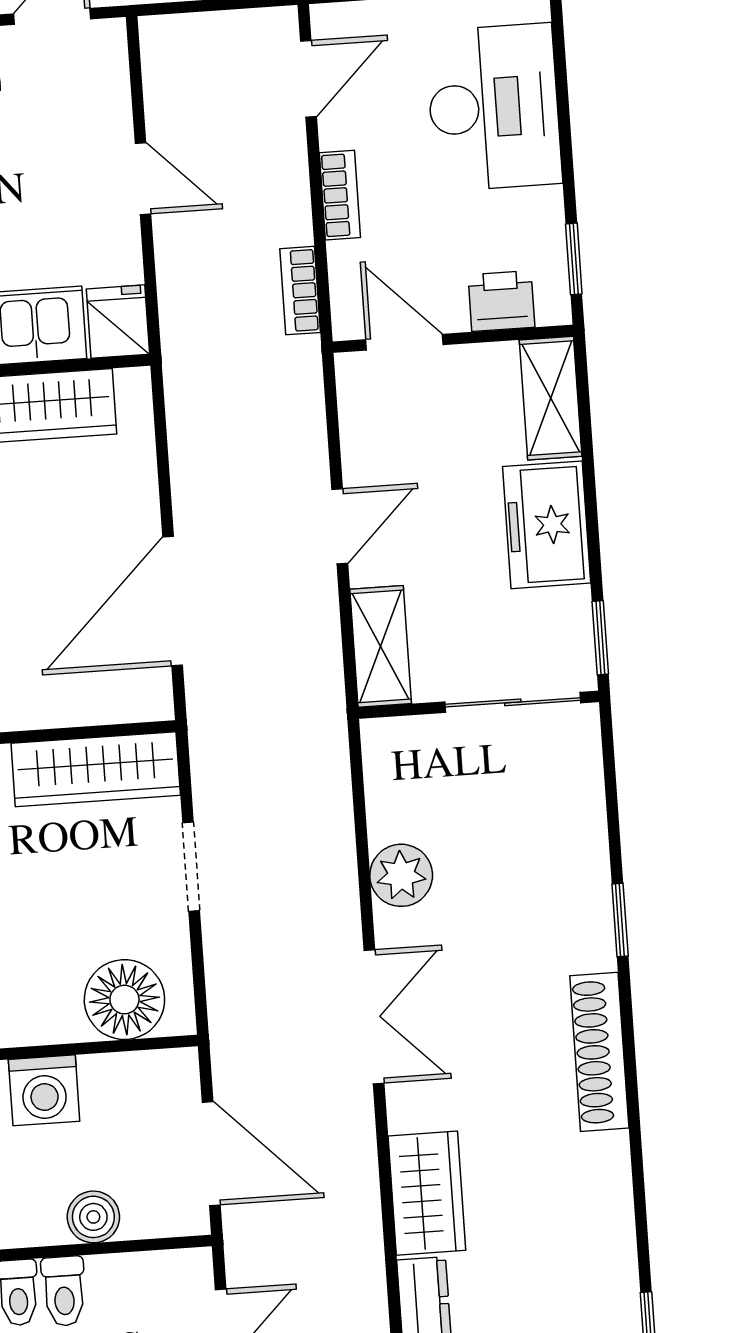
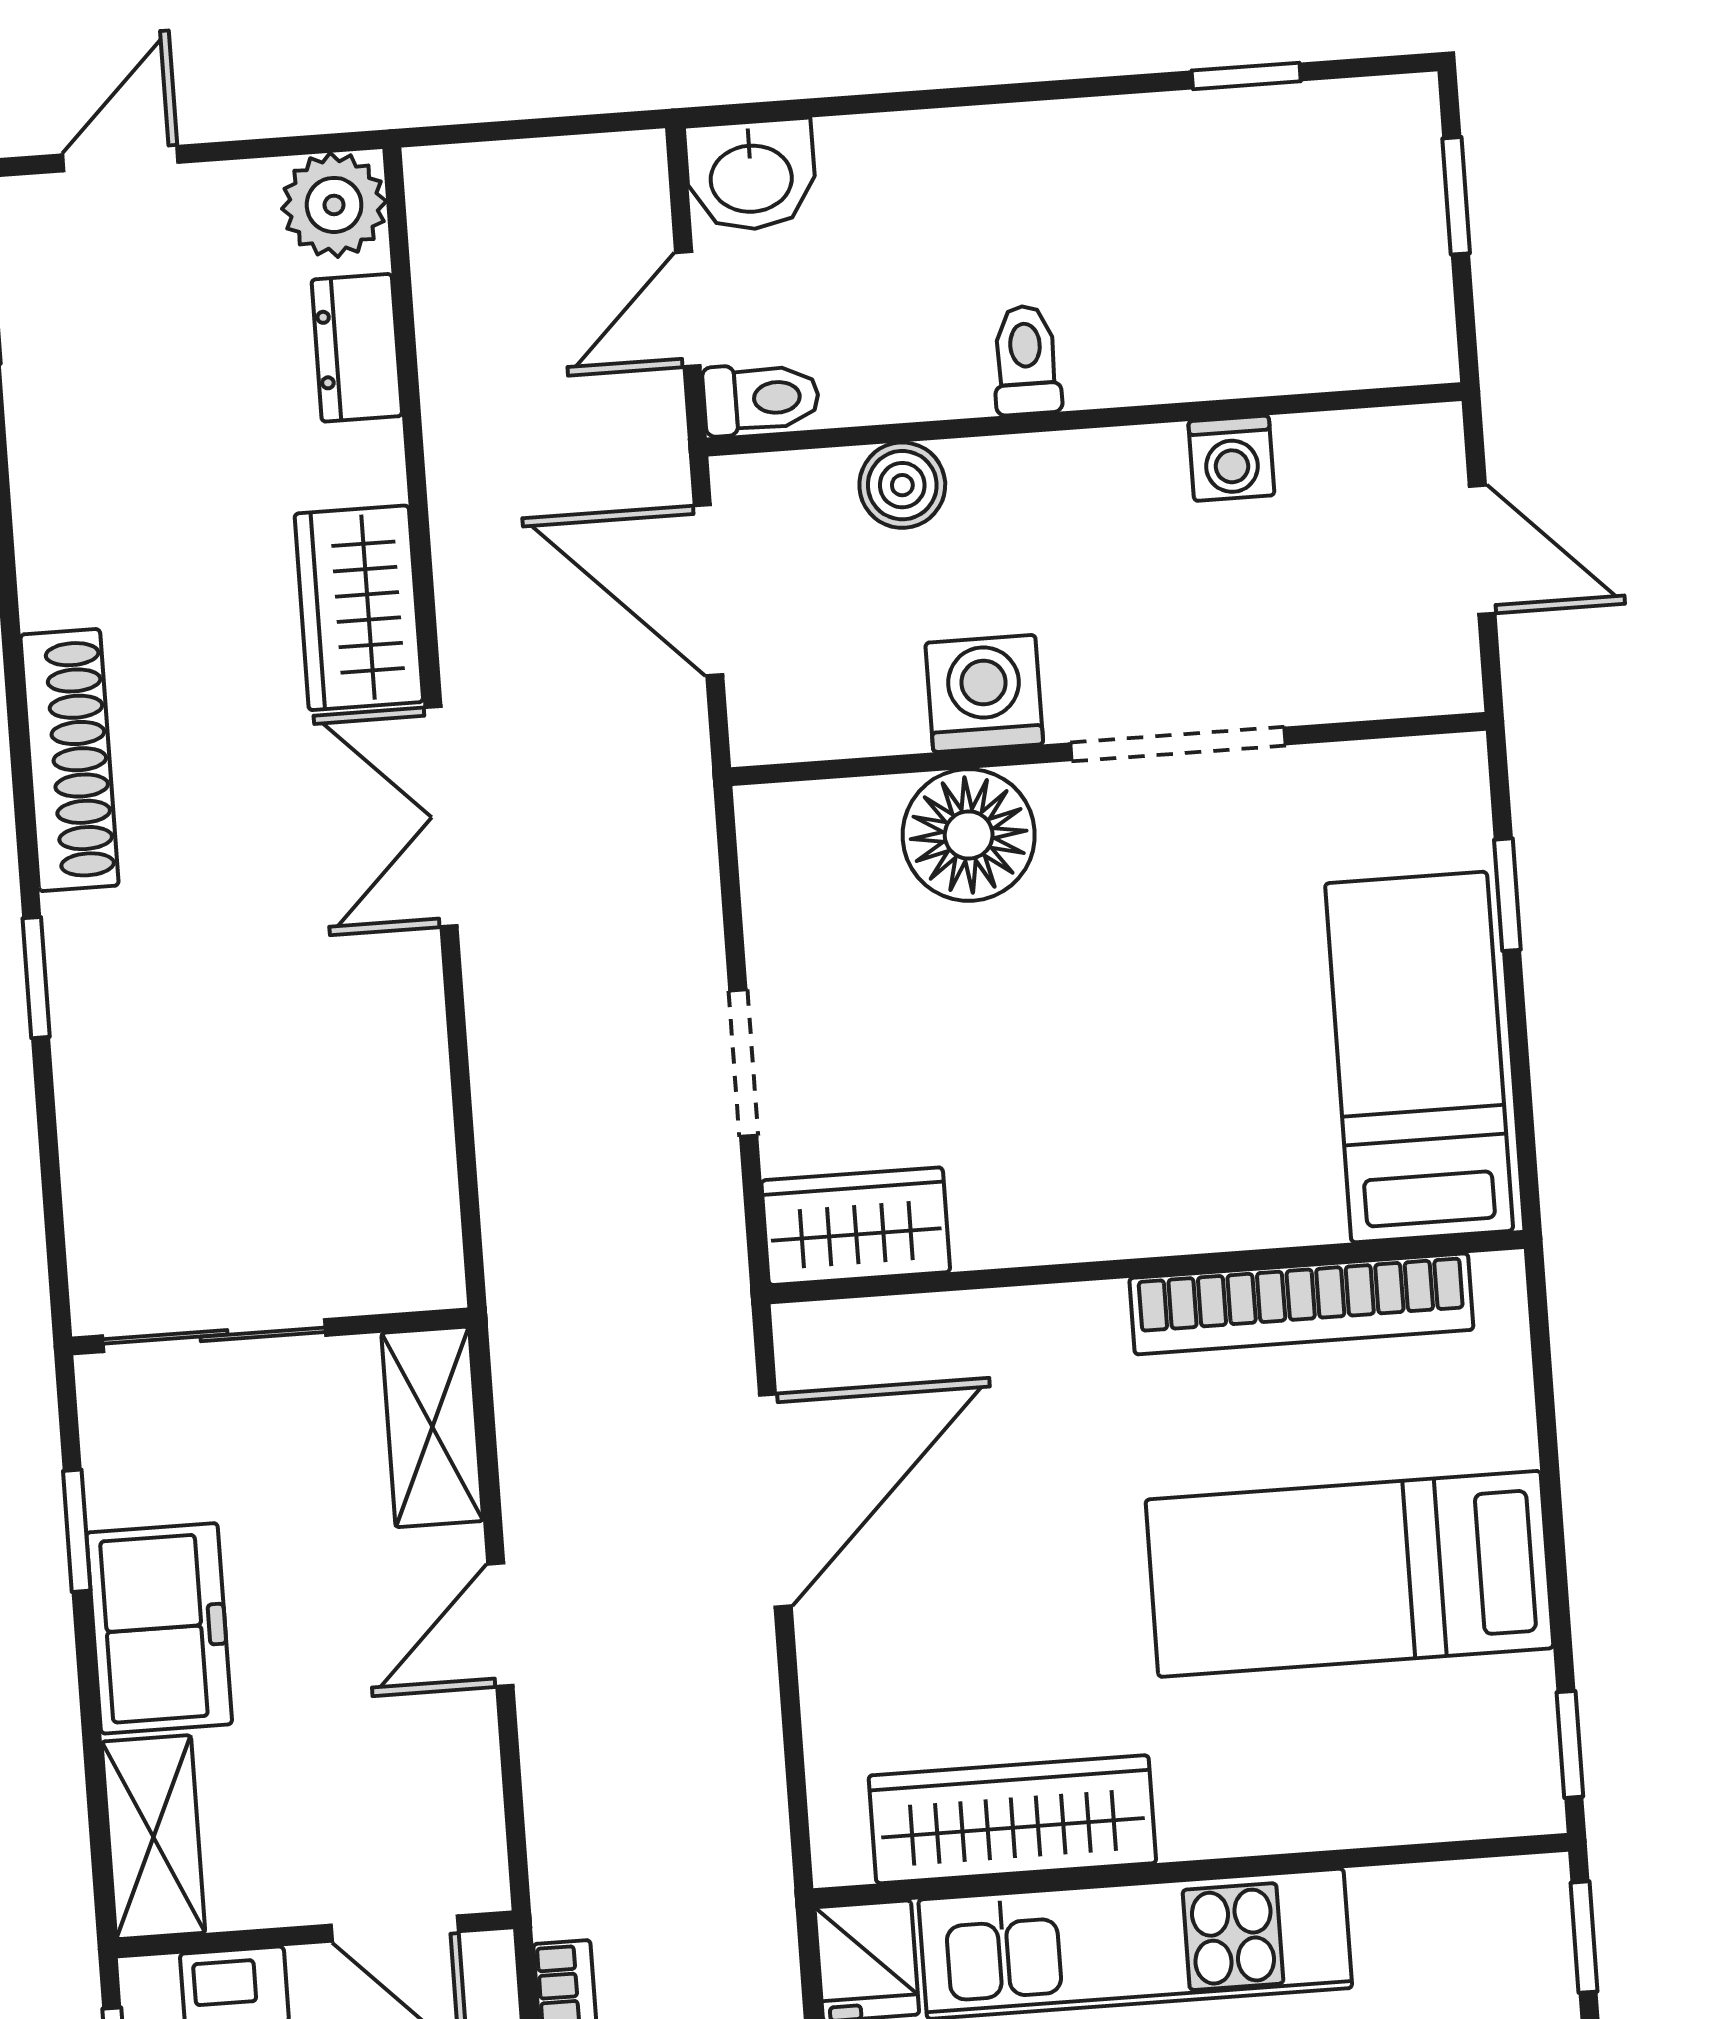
window: (600, 638) -> (77, 1531), moved
wardrobe: (96, 769) -> (856, 1226), width x0.67
plant: (401, 875) -> (397, 1050), removed
floor lamp: (124, 1000) -> (969, 835), moved
wardrobe: (427, 1193) -> (359, 608), moved
toilet: (64, 1291) -> (761, 399), moved, turned 90

